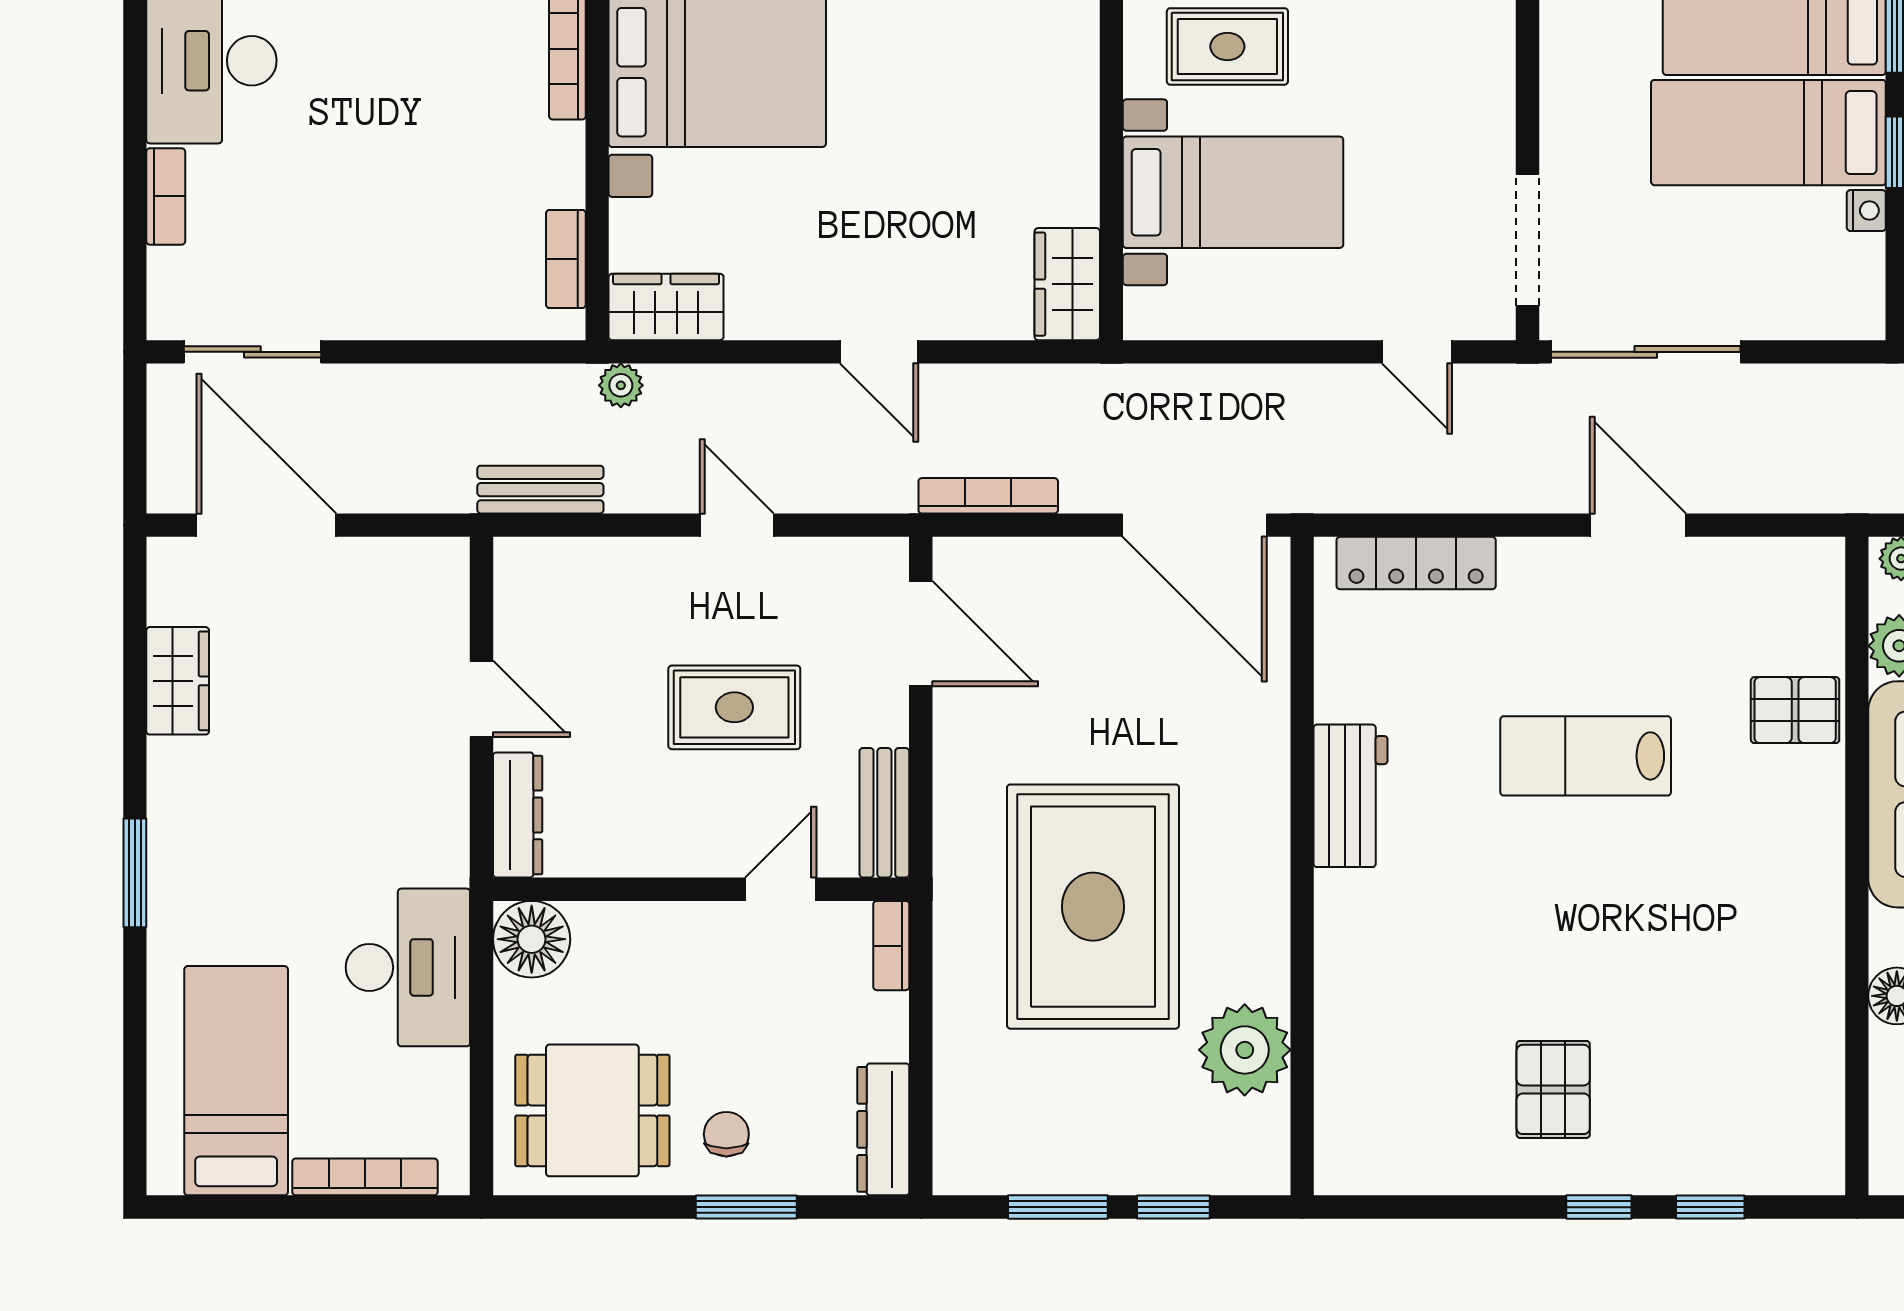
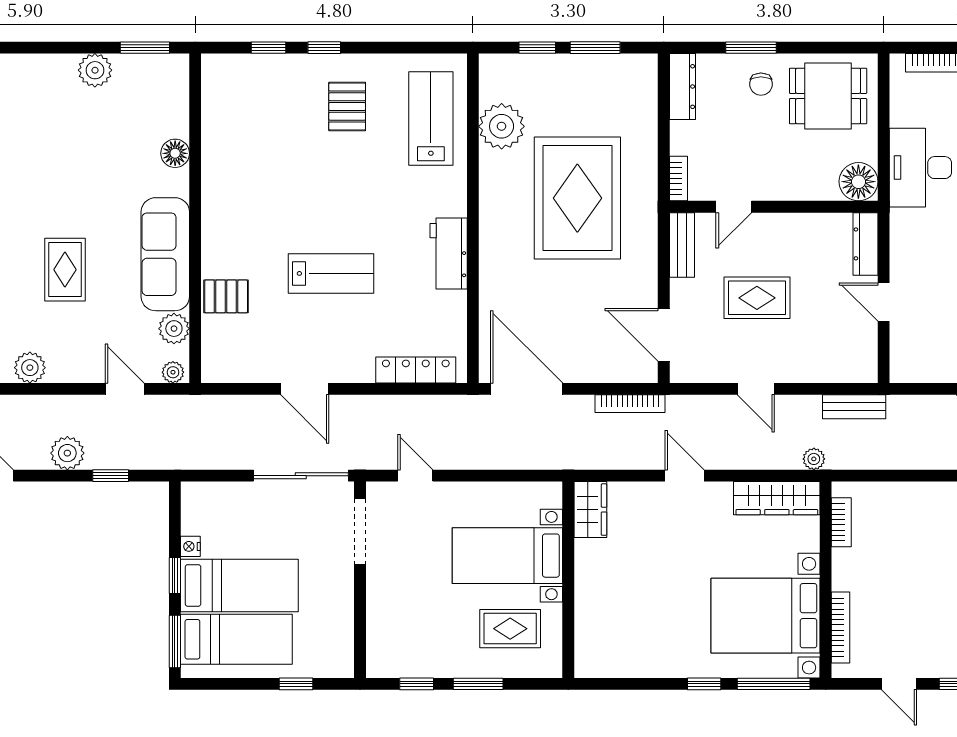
wardrobe: (666, 307) -> (777, 498), width x1.50
lab bench: (1386, 1065) -> (431, 119), added

